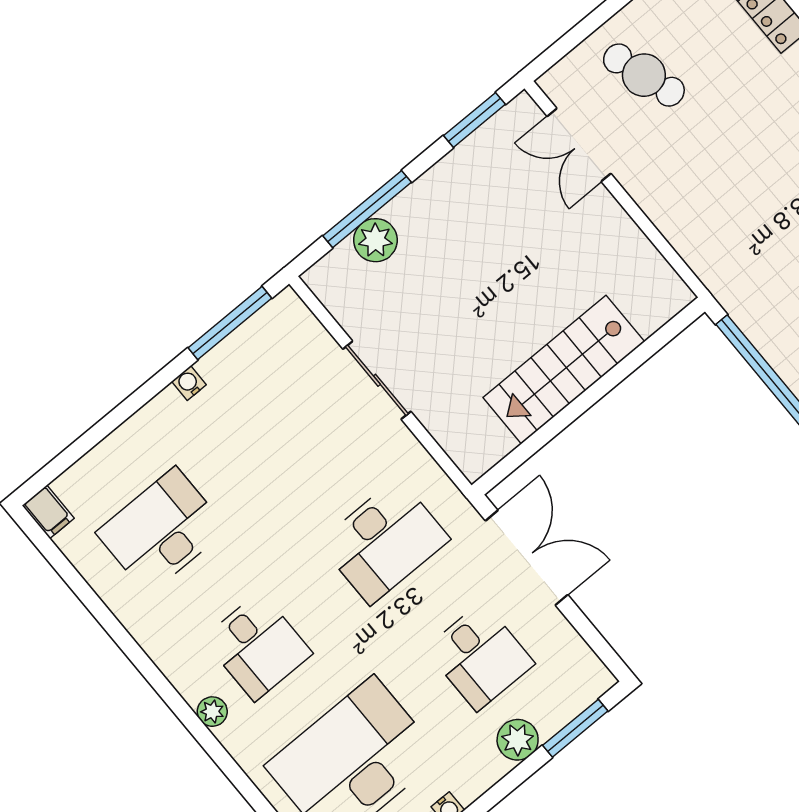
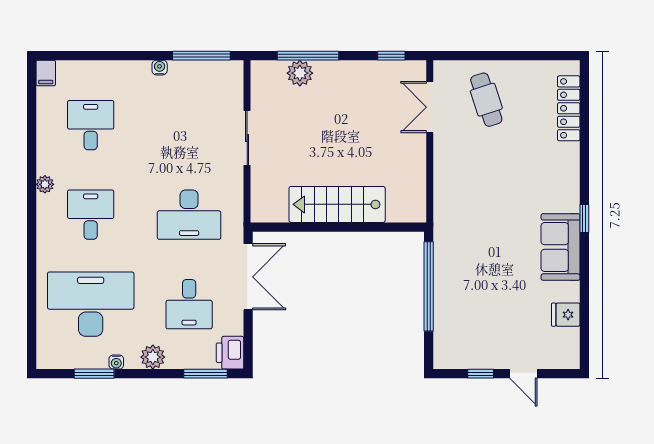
window: (475, 120) -> (391, 56), width x0.67
desk: (162, 531) -> (91, 125), width x0.73
desk: (257, 646) -> (91, 215), turned 180
printer: (584, 675) -> (230, 353), added
plant: (212, 712) -> (45, 184), moved
plant: (518, 740) -> (153, 357), moved

